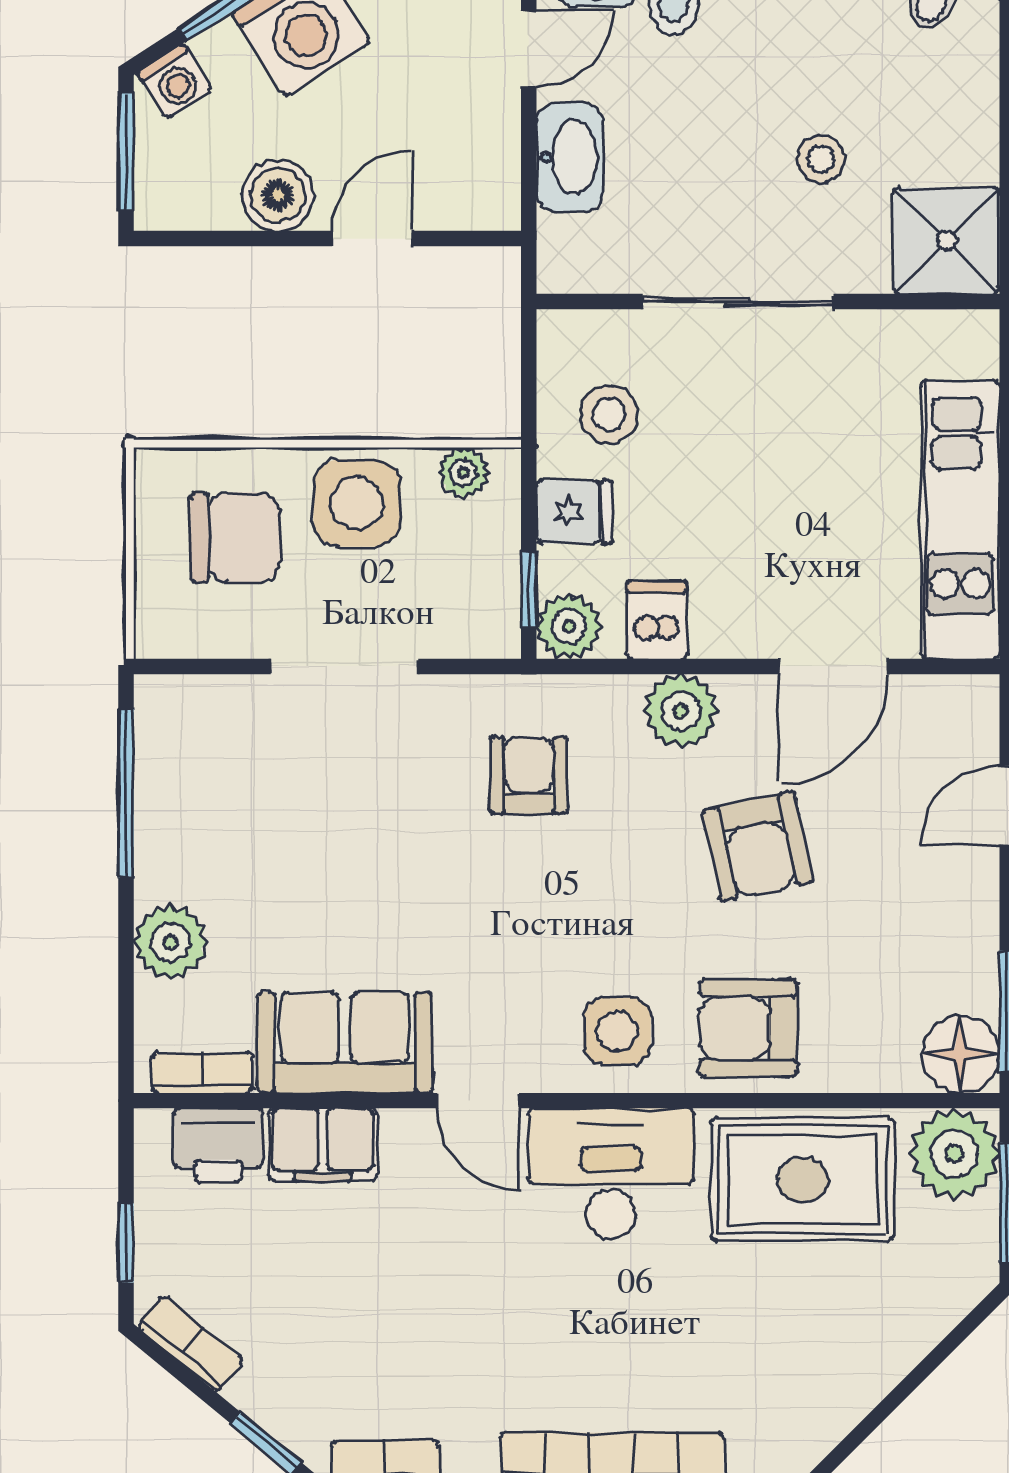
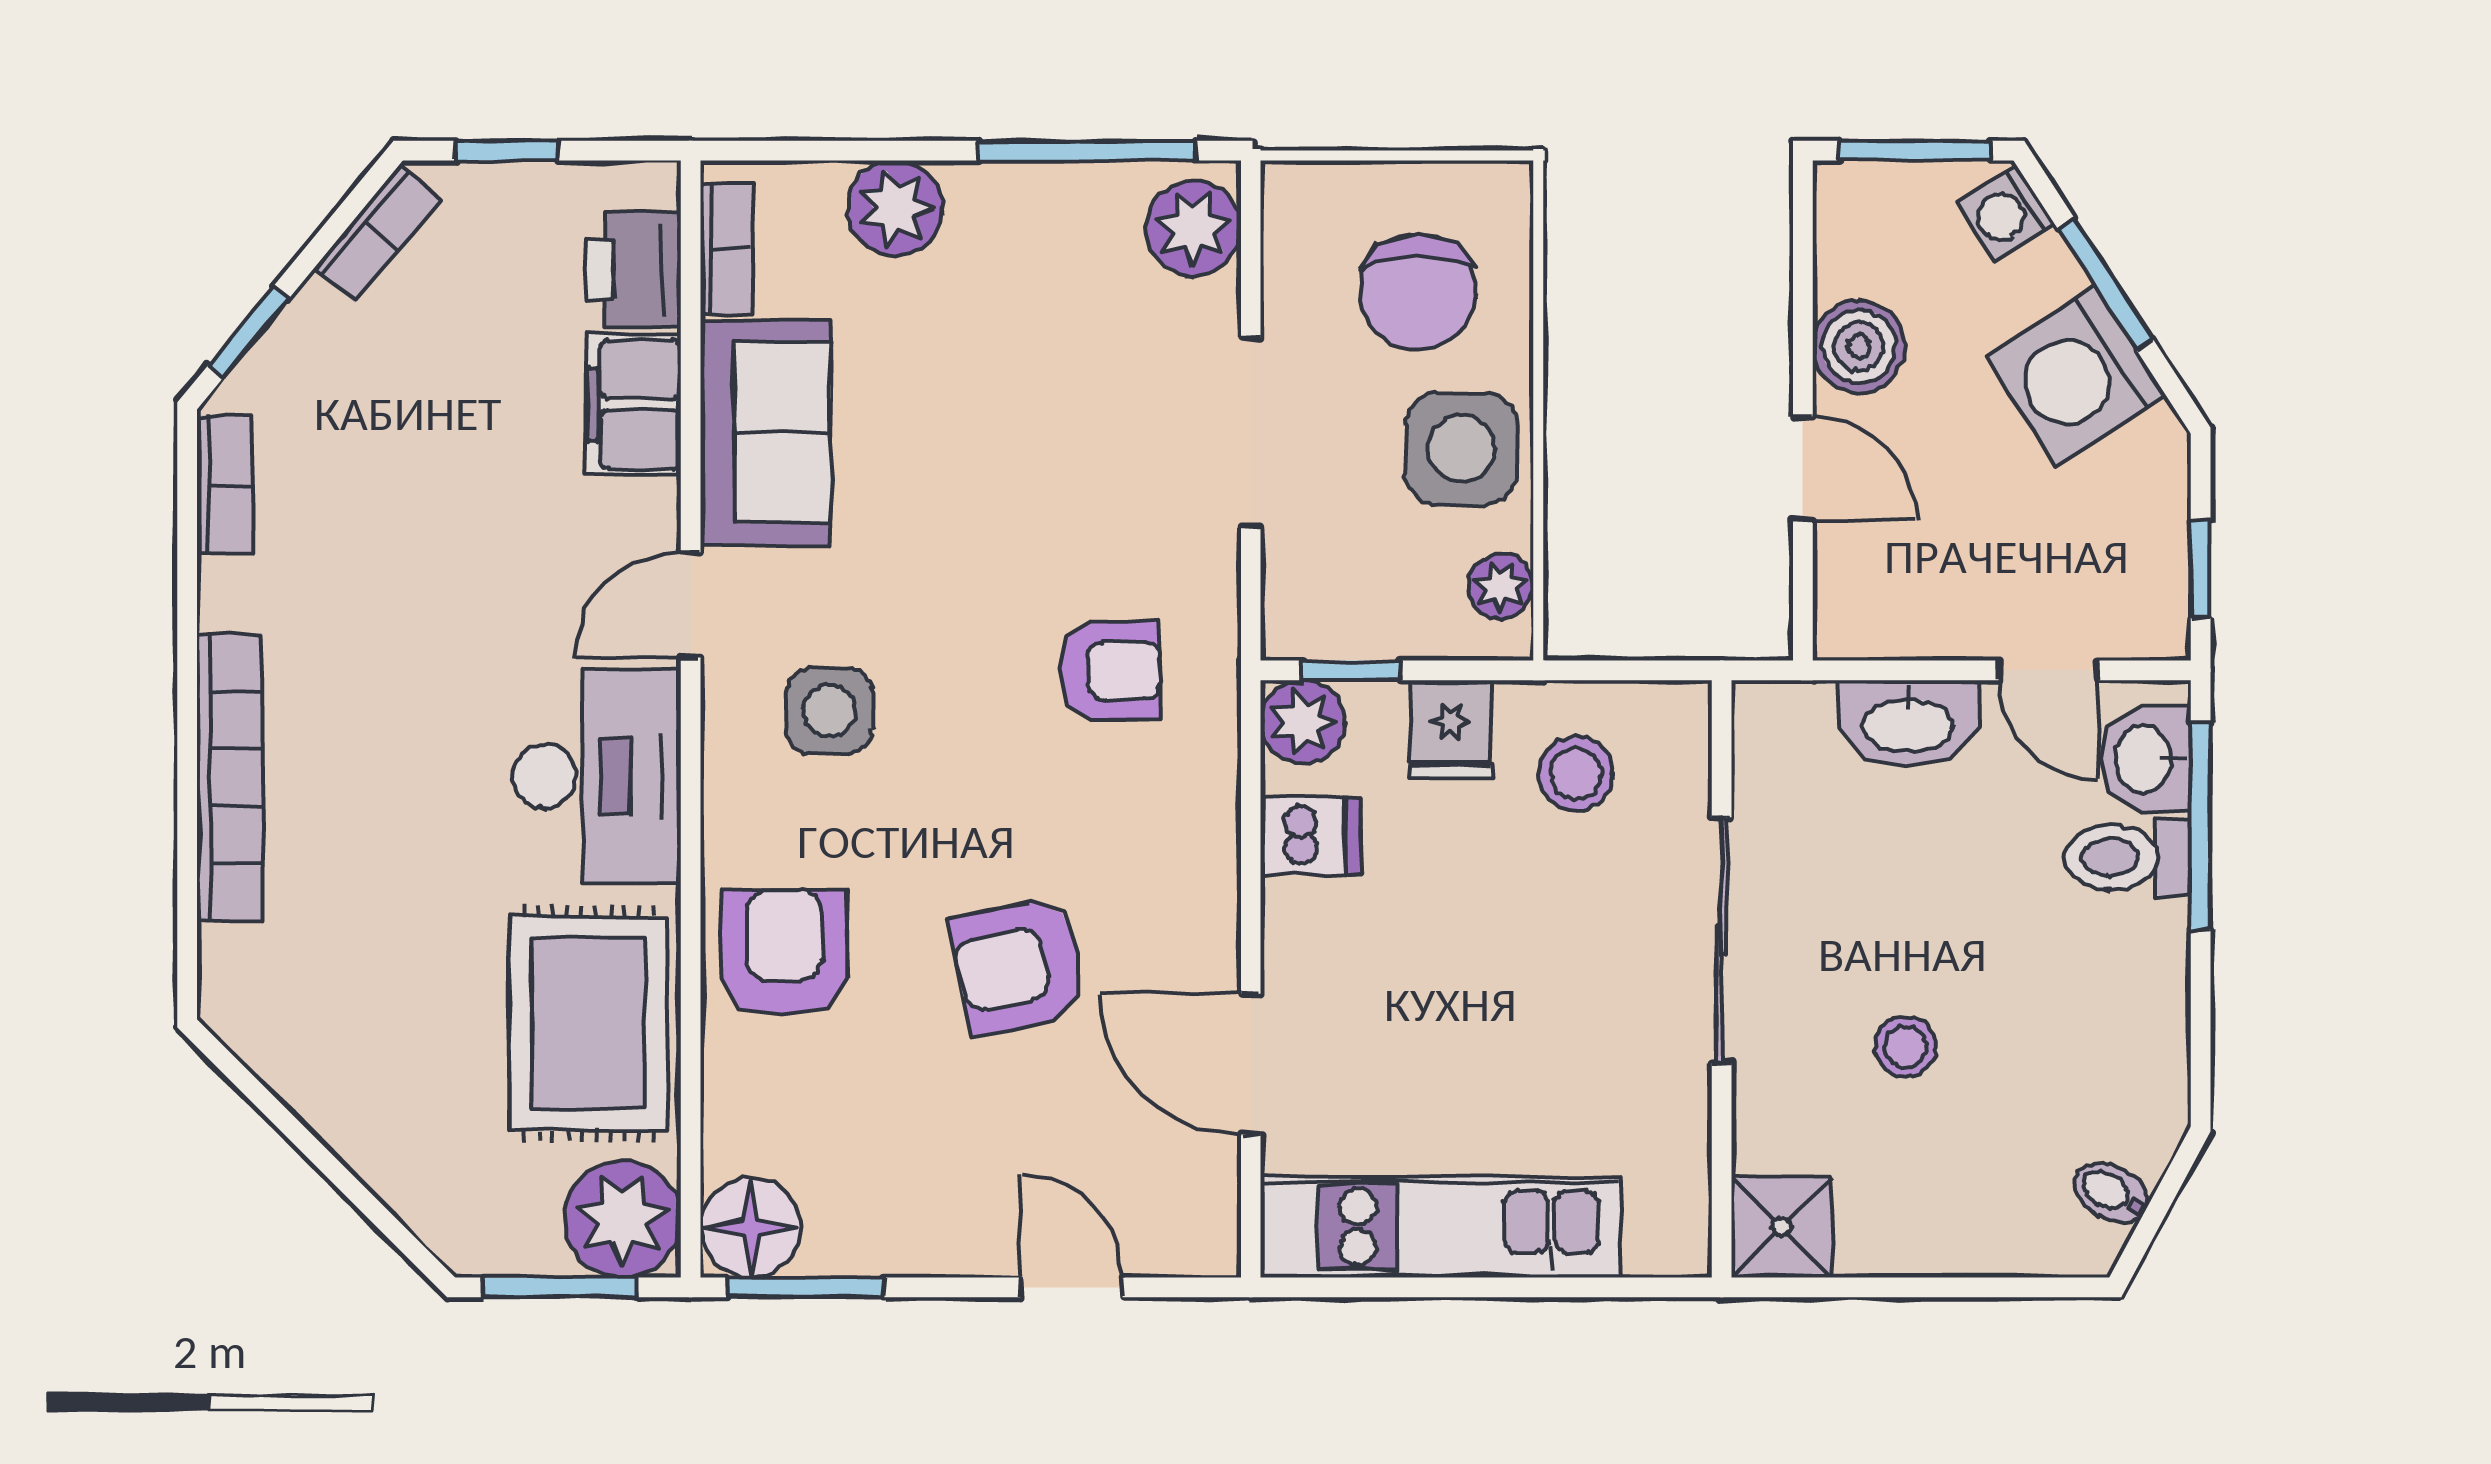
shower: (946, 241) -> (1782, 1227), width x0.73, depth x0.73
plant: (681, 711) -> (1193, 228), moved
side table: (617, 1031) -> (830, 711), moved

